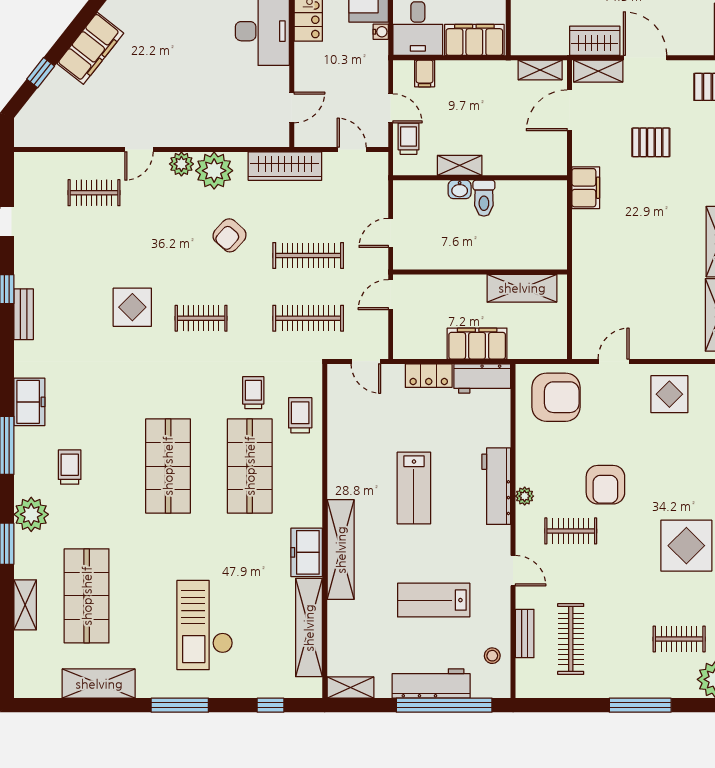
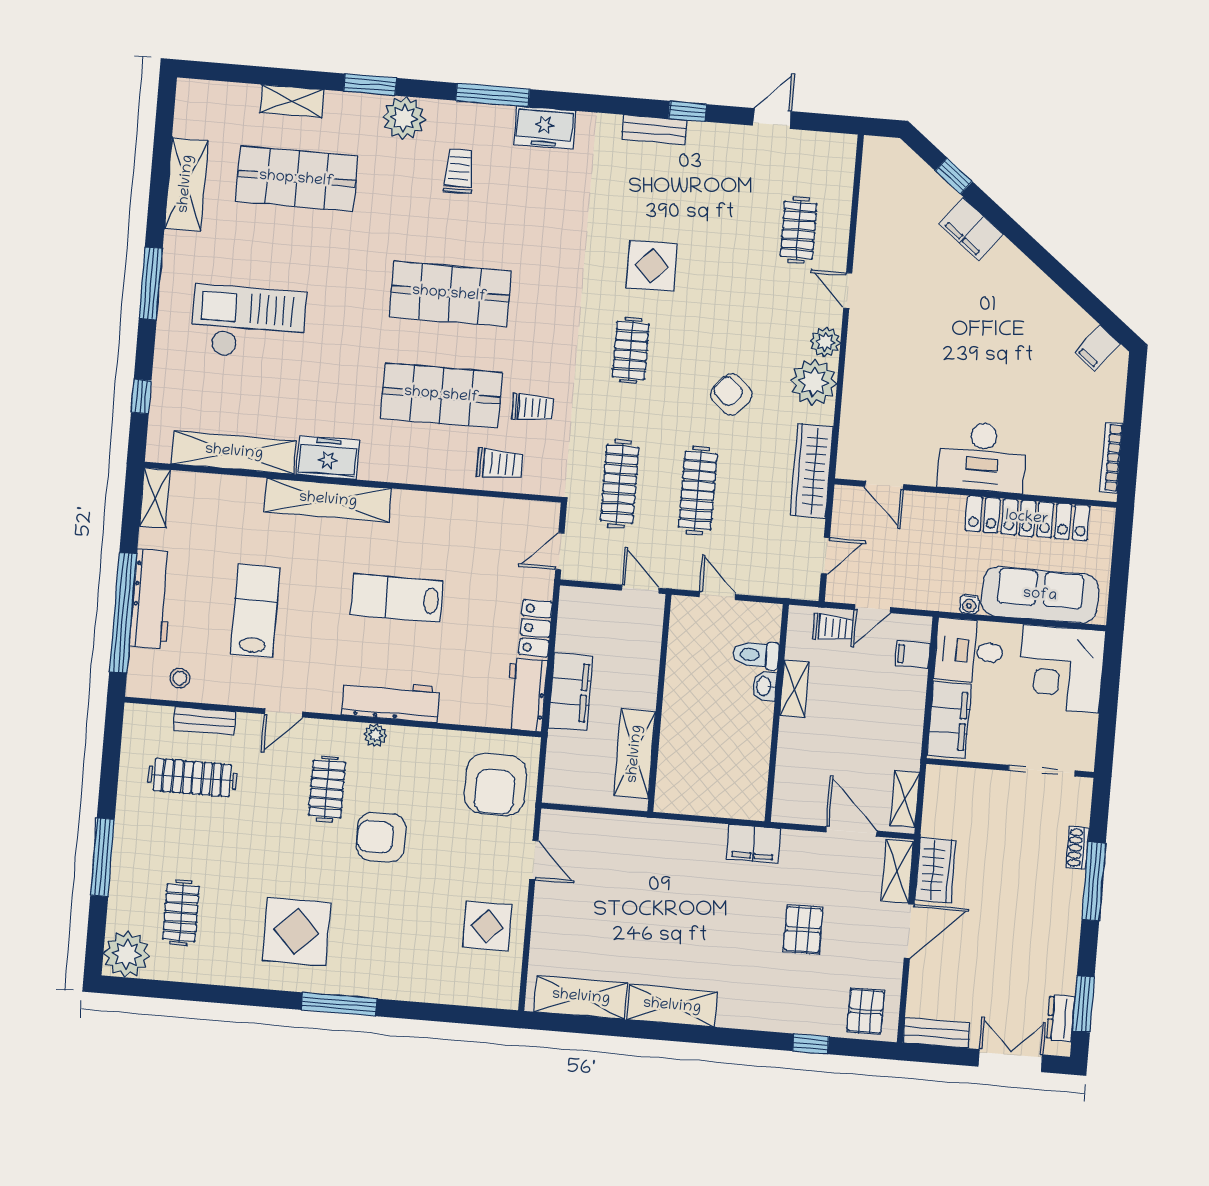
filing cabinet: (90, 48) -> (971, 229), width x0.67, depth x0.86
toilet: (484, 198) -> (756, 655), moved
trolley: (70, 467) -> (459, 171), turned -90

